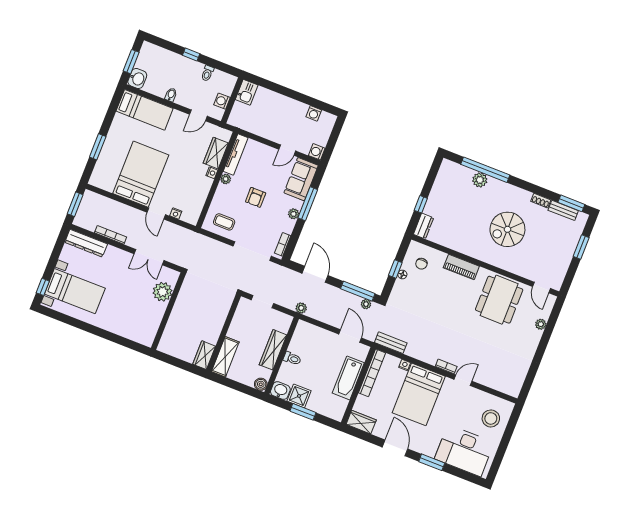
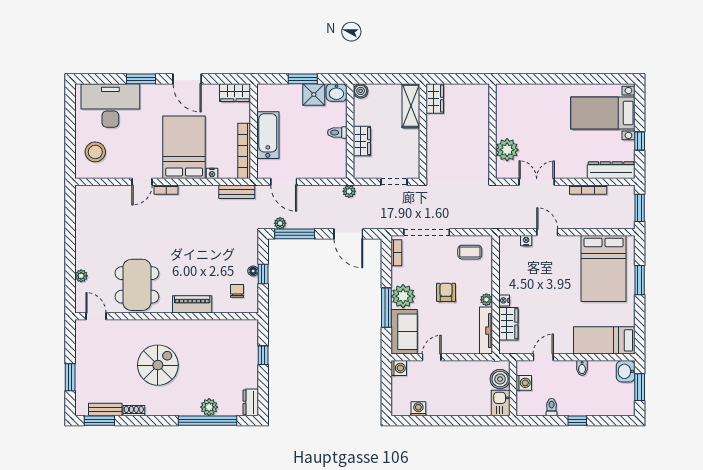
boiler: (240, 112) -> (500, 379), added
bed: (141, 174) -> (604, 269), moved
plant: (294, 214) -> (403, 296), width x1.88, depth x1.88
dresser: (424, 226) -> (251, 402), moved
window: (43, 287) -> (640, 141), moved
wardrobe: (273, 350) -> (362, 141), width x0.67

